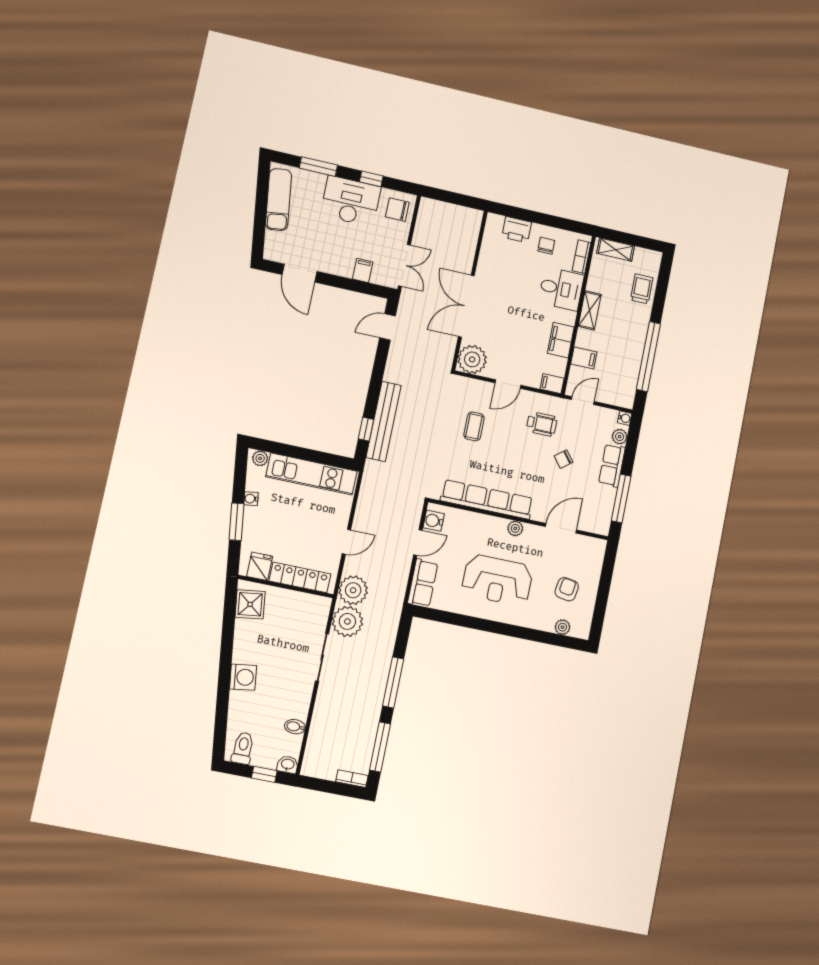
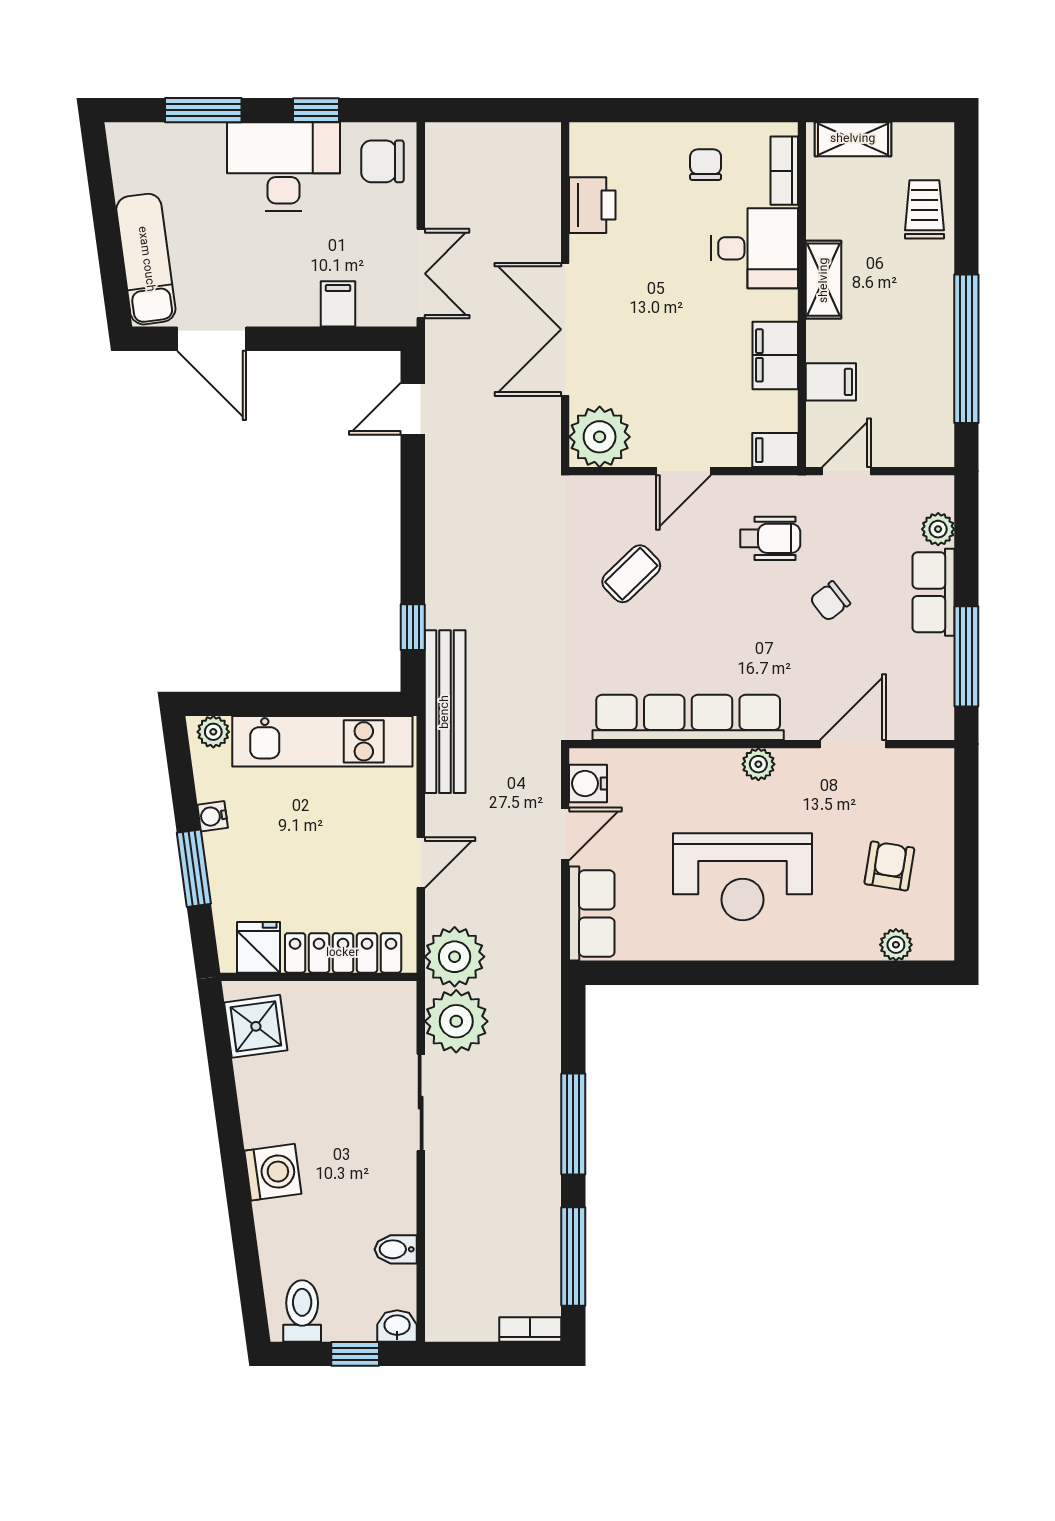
exam couch: (279, 200) -> (146, 259), moved
printer: (517, 230) -> (592, 205), moved, turned -90
water cooler: (625, 418) -> (941, 488), removed
bench: (384, 421) -> (445, 712), moved
coffee table: (474, 426) -> (631, 574), turned 46

